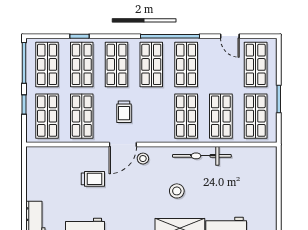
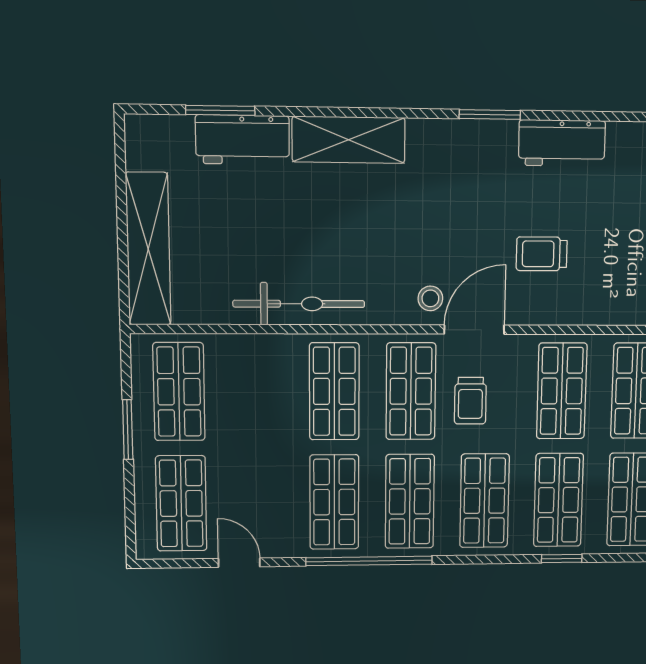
trolley: (124, 112) -> (470, 401), turned 180
shop shelf: (221, 116) -> (411, 391), moved
shelving: (268, 180) -> (148, 249), added
stool: (177, 191) -> (355, 225), removed

